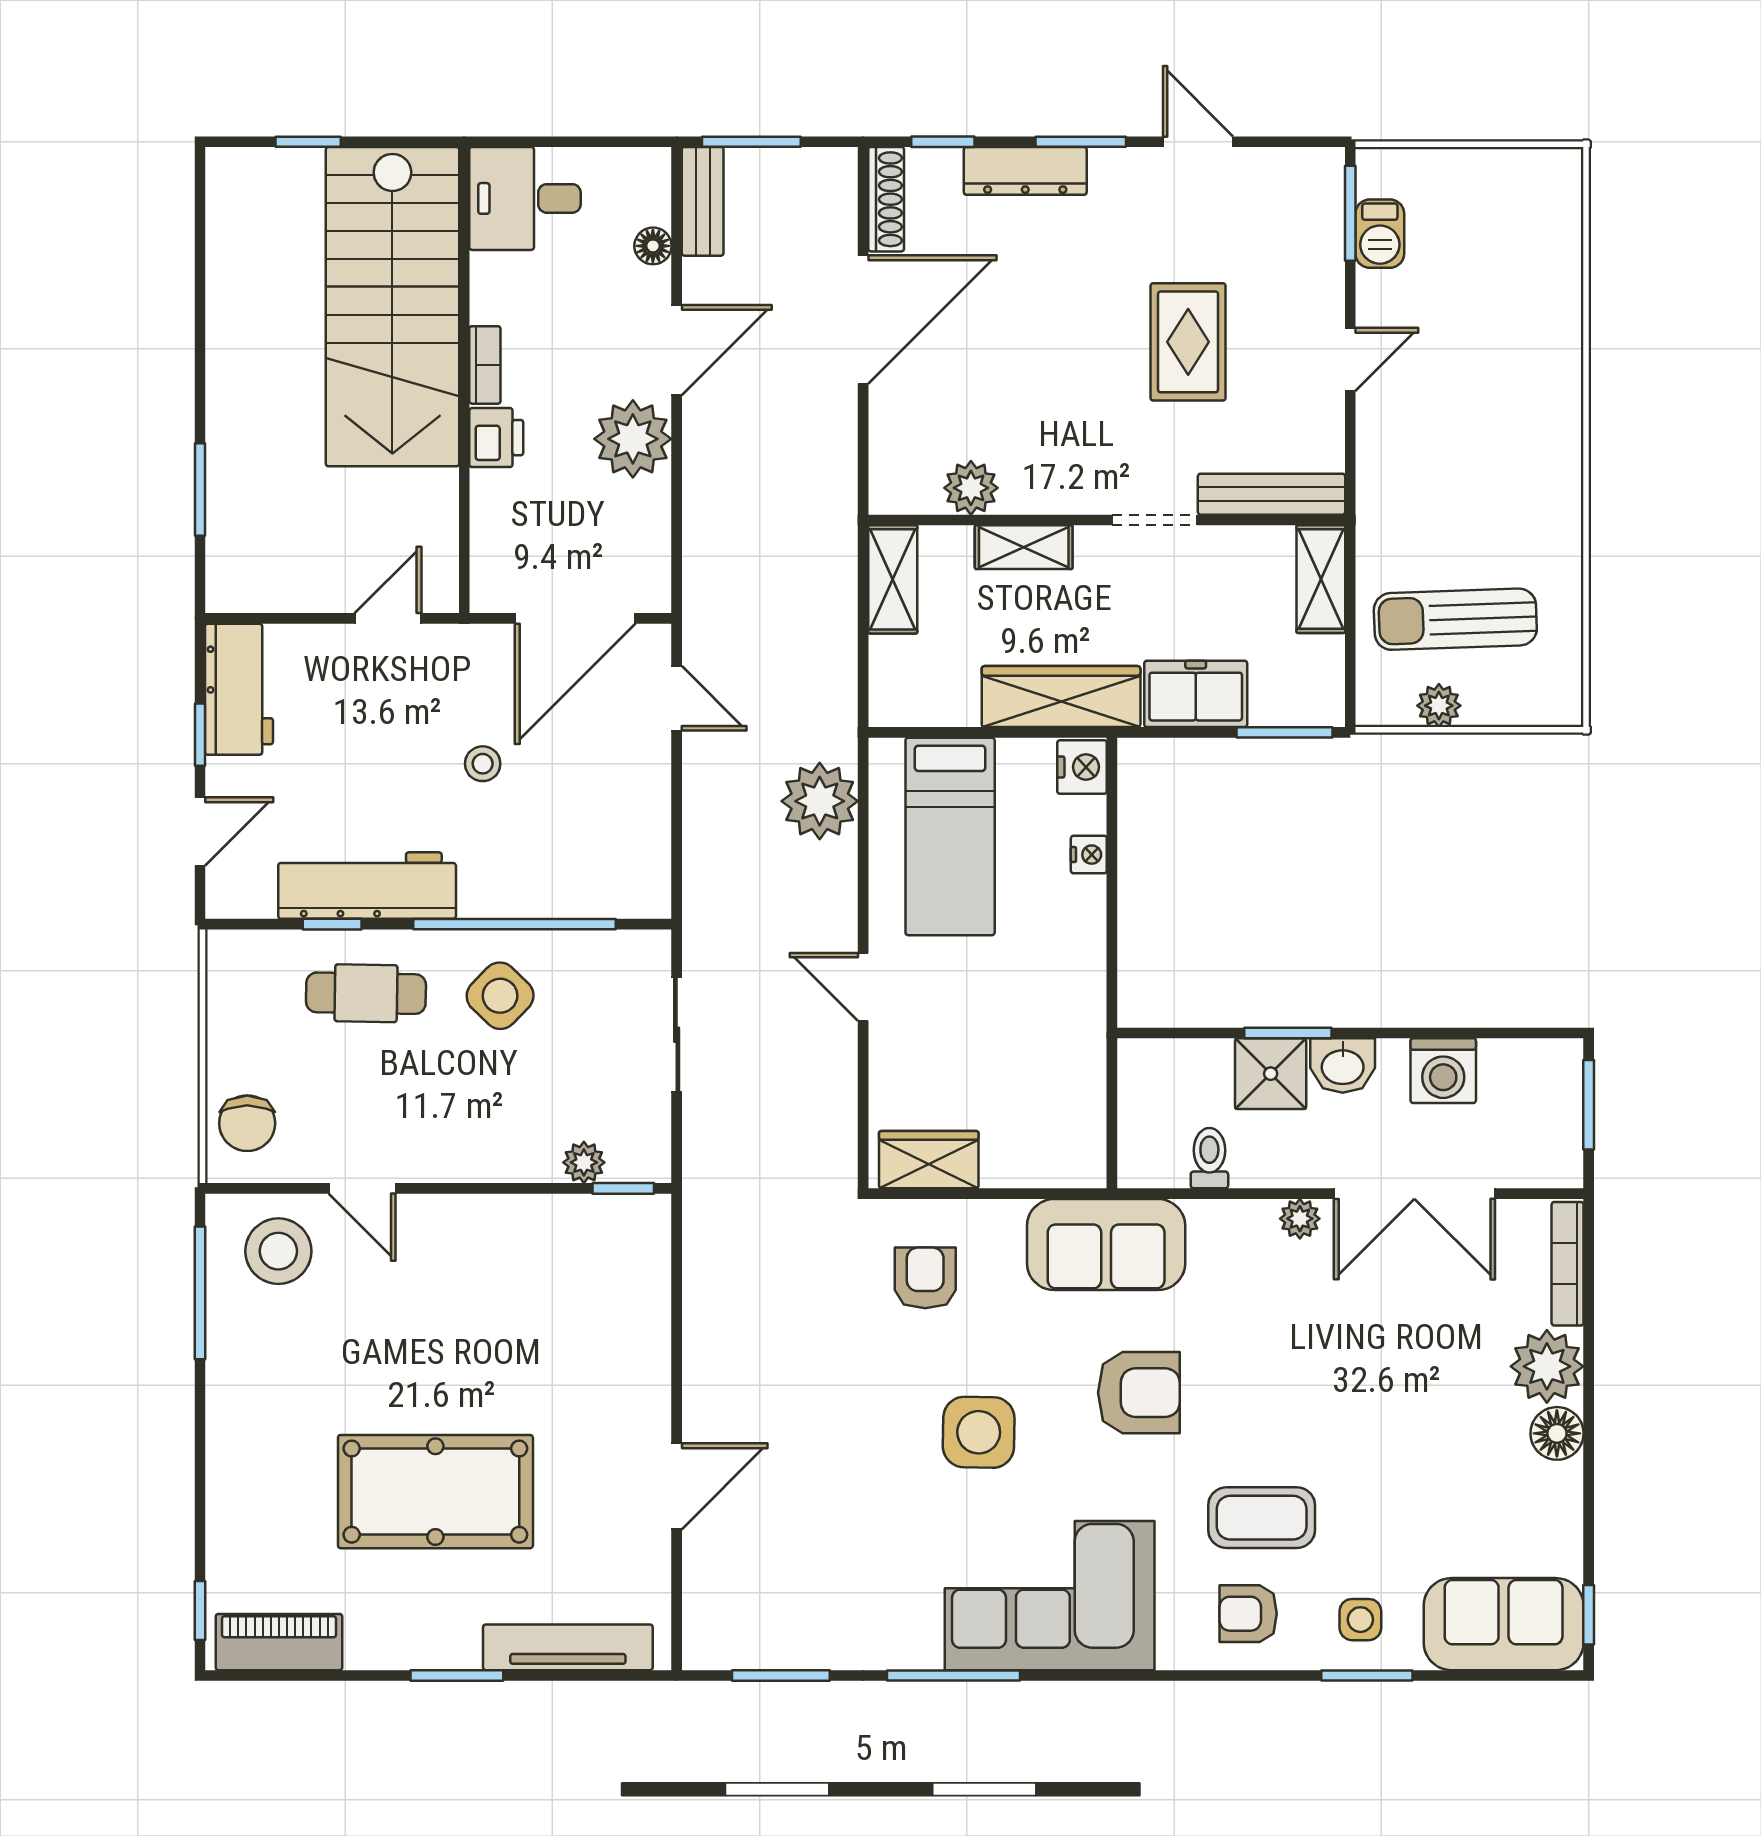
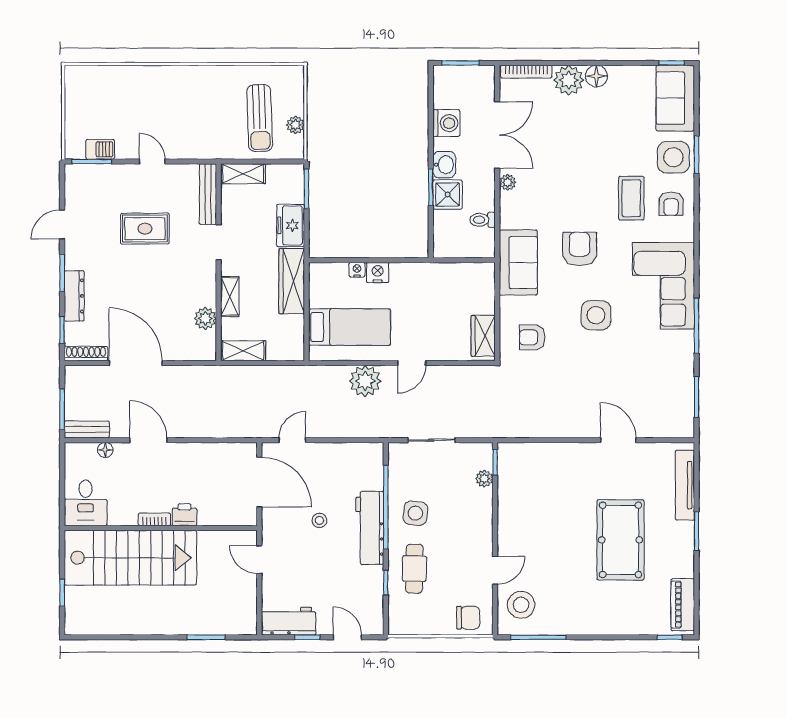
plant: (633, 439) -> (185, 458), removed
nightstand: (1082, 767) -> (378, 272), moved
plant: (820, 801) -> (365, 381), moved
workbench: (367, 886) -> (370, 528), moved
side table: (500, 996) -> (415, 513), turned -37
side table: (1360, 1620) -> (673, 157), width x1.87, depth x1.87

